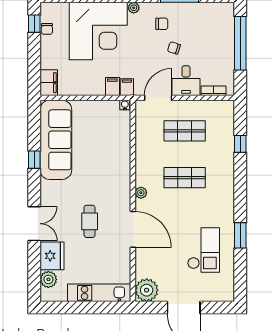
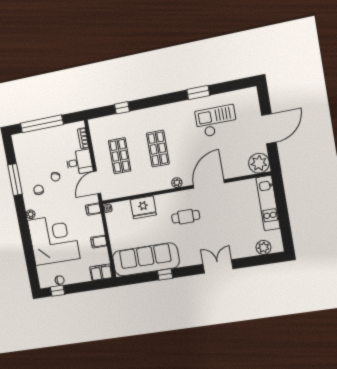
filing cabinet: (112, 87) -> (99, 242), moved
door: (158, 98) -> (97, 182), hinge flipped
cafe table: (90, 221) -> (186, 217), moved
fridge: (52, 256) -> (143, 207), moved, turned 180

